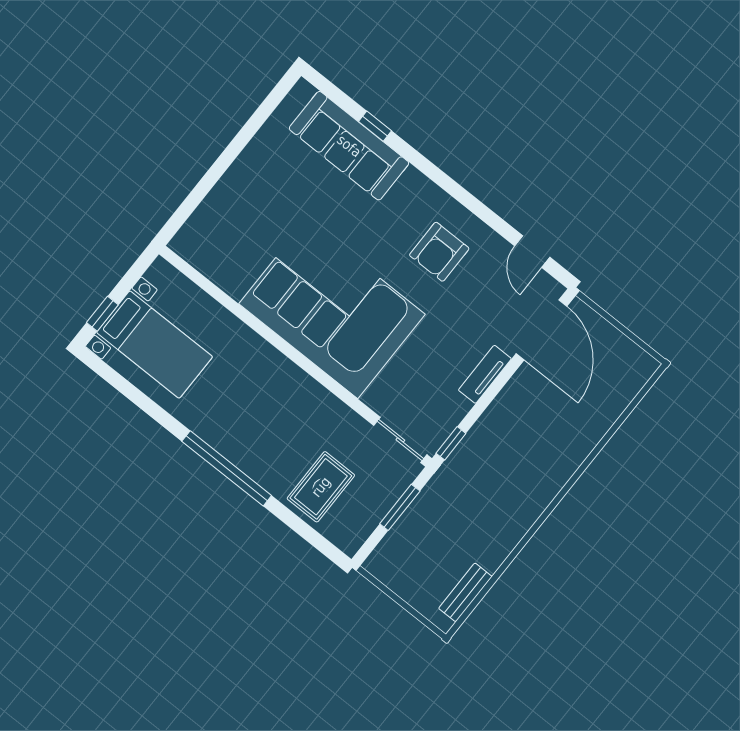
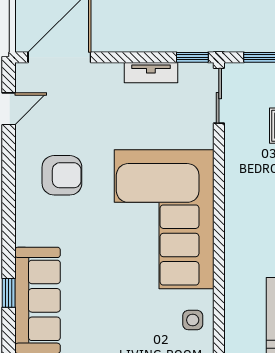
side table: (227, 265) -> (193, 320), added
tv unit: (485, 374) -> (151, 73), moved

